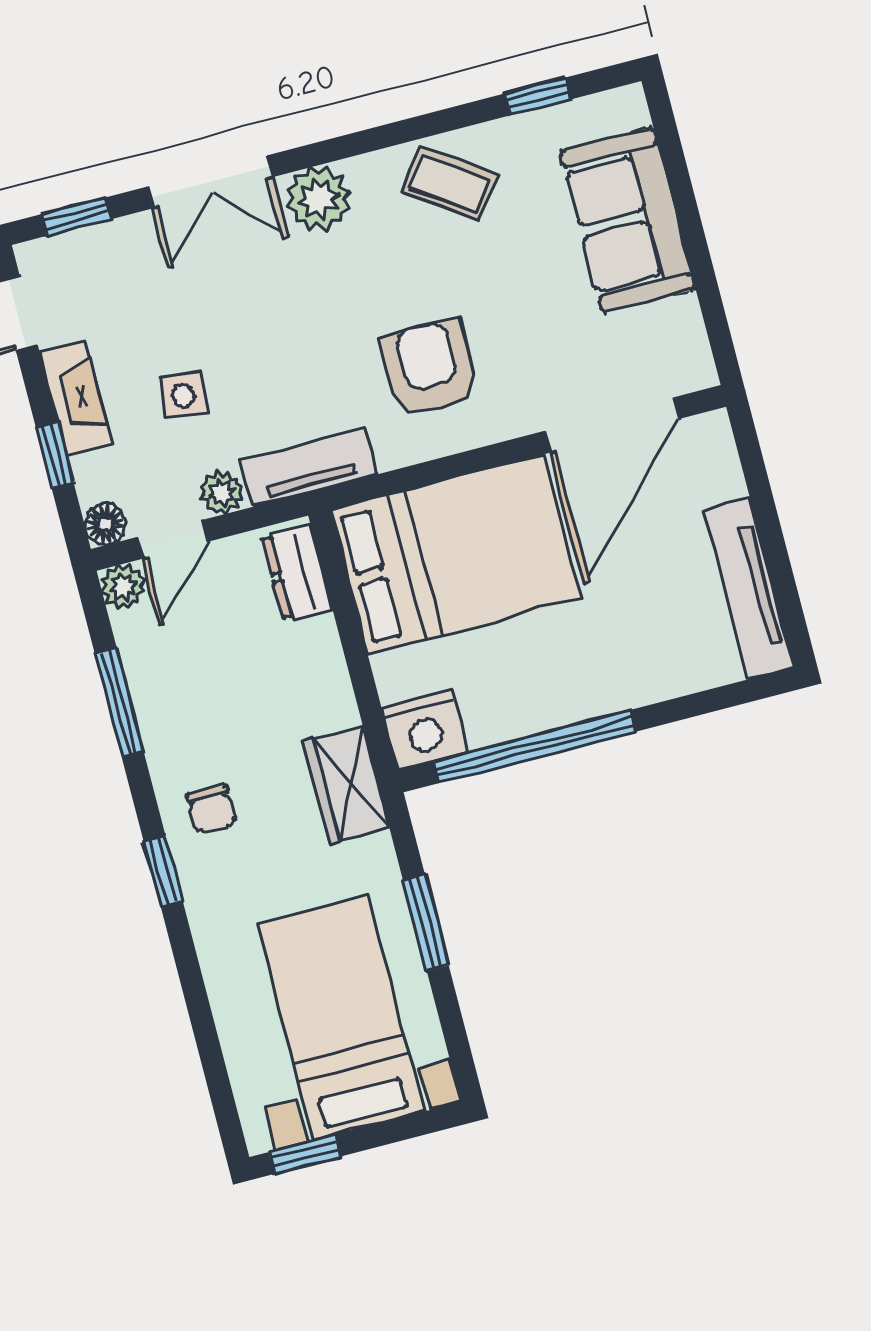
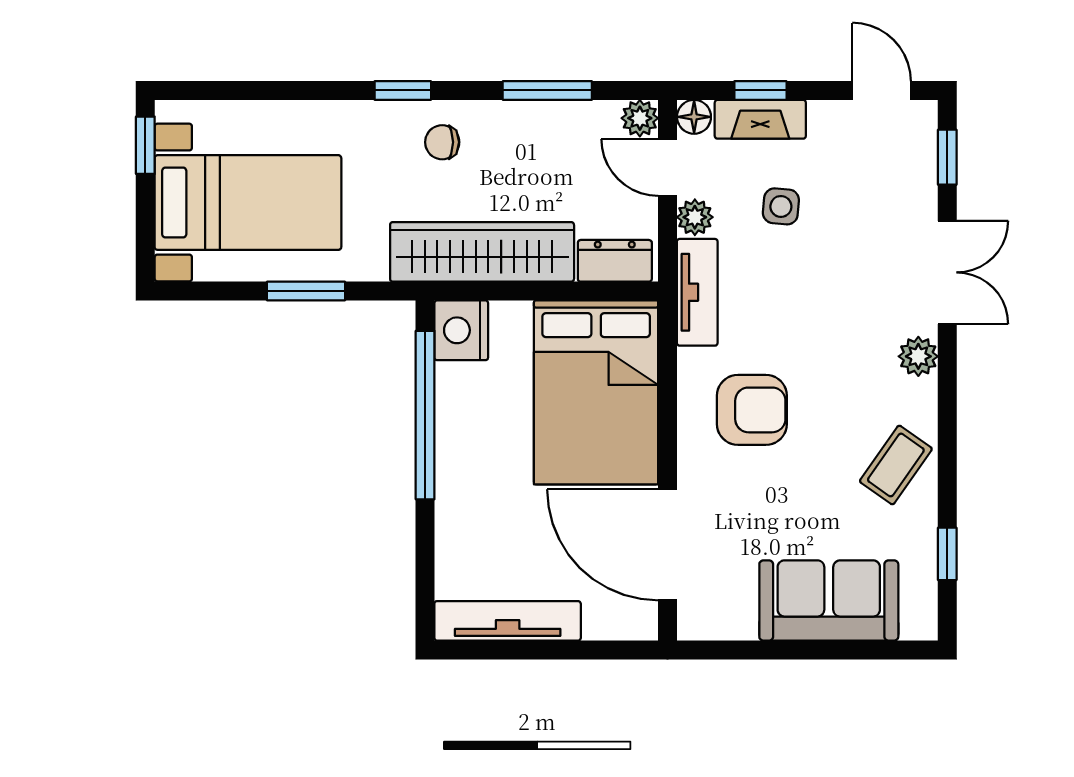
double door: (210, 182) -> (947, 272), swing flipped
plant: (319, 199) -> (918, 356), width x0.73, depth x0.73
fireplace: (76, 398) -> (760, 119), moved
wardrobe: (347, 785) -> (482, 252), width x2.10, depth x1.17

